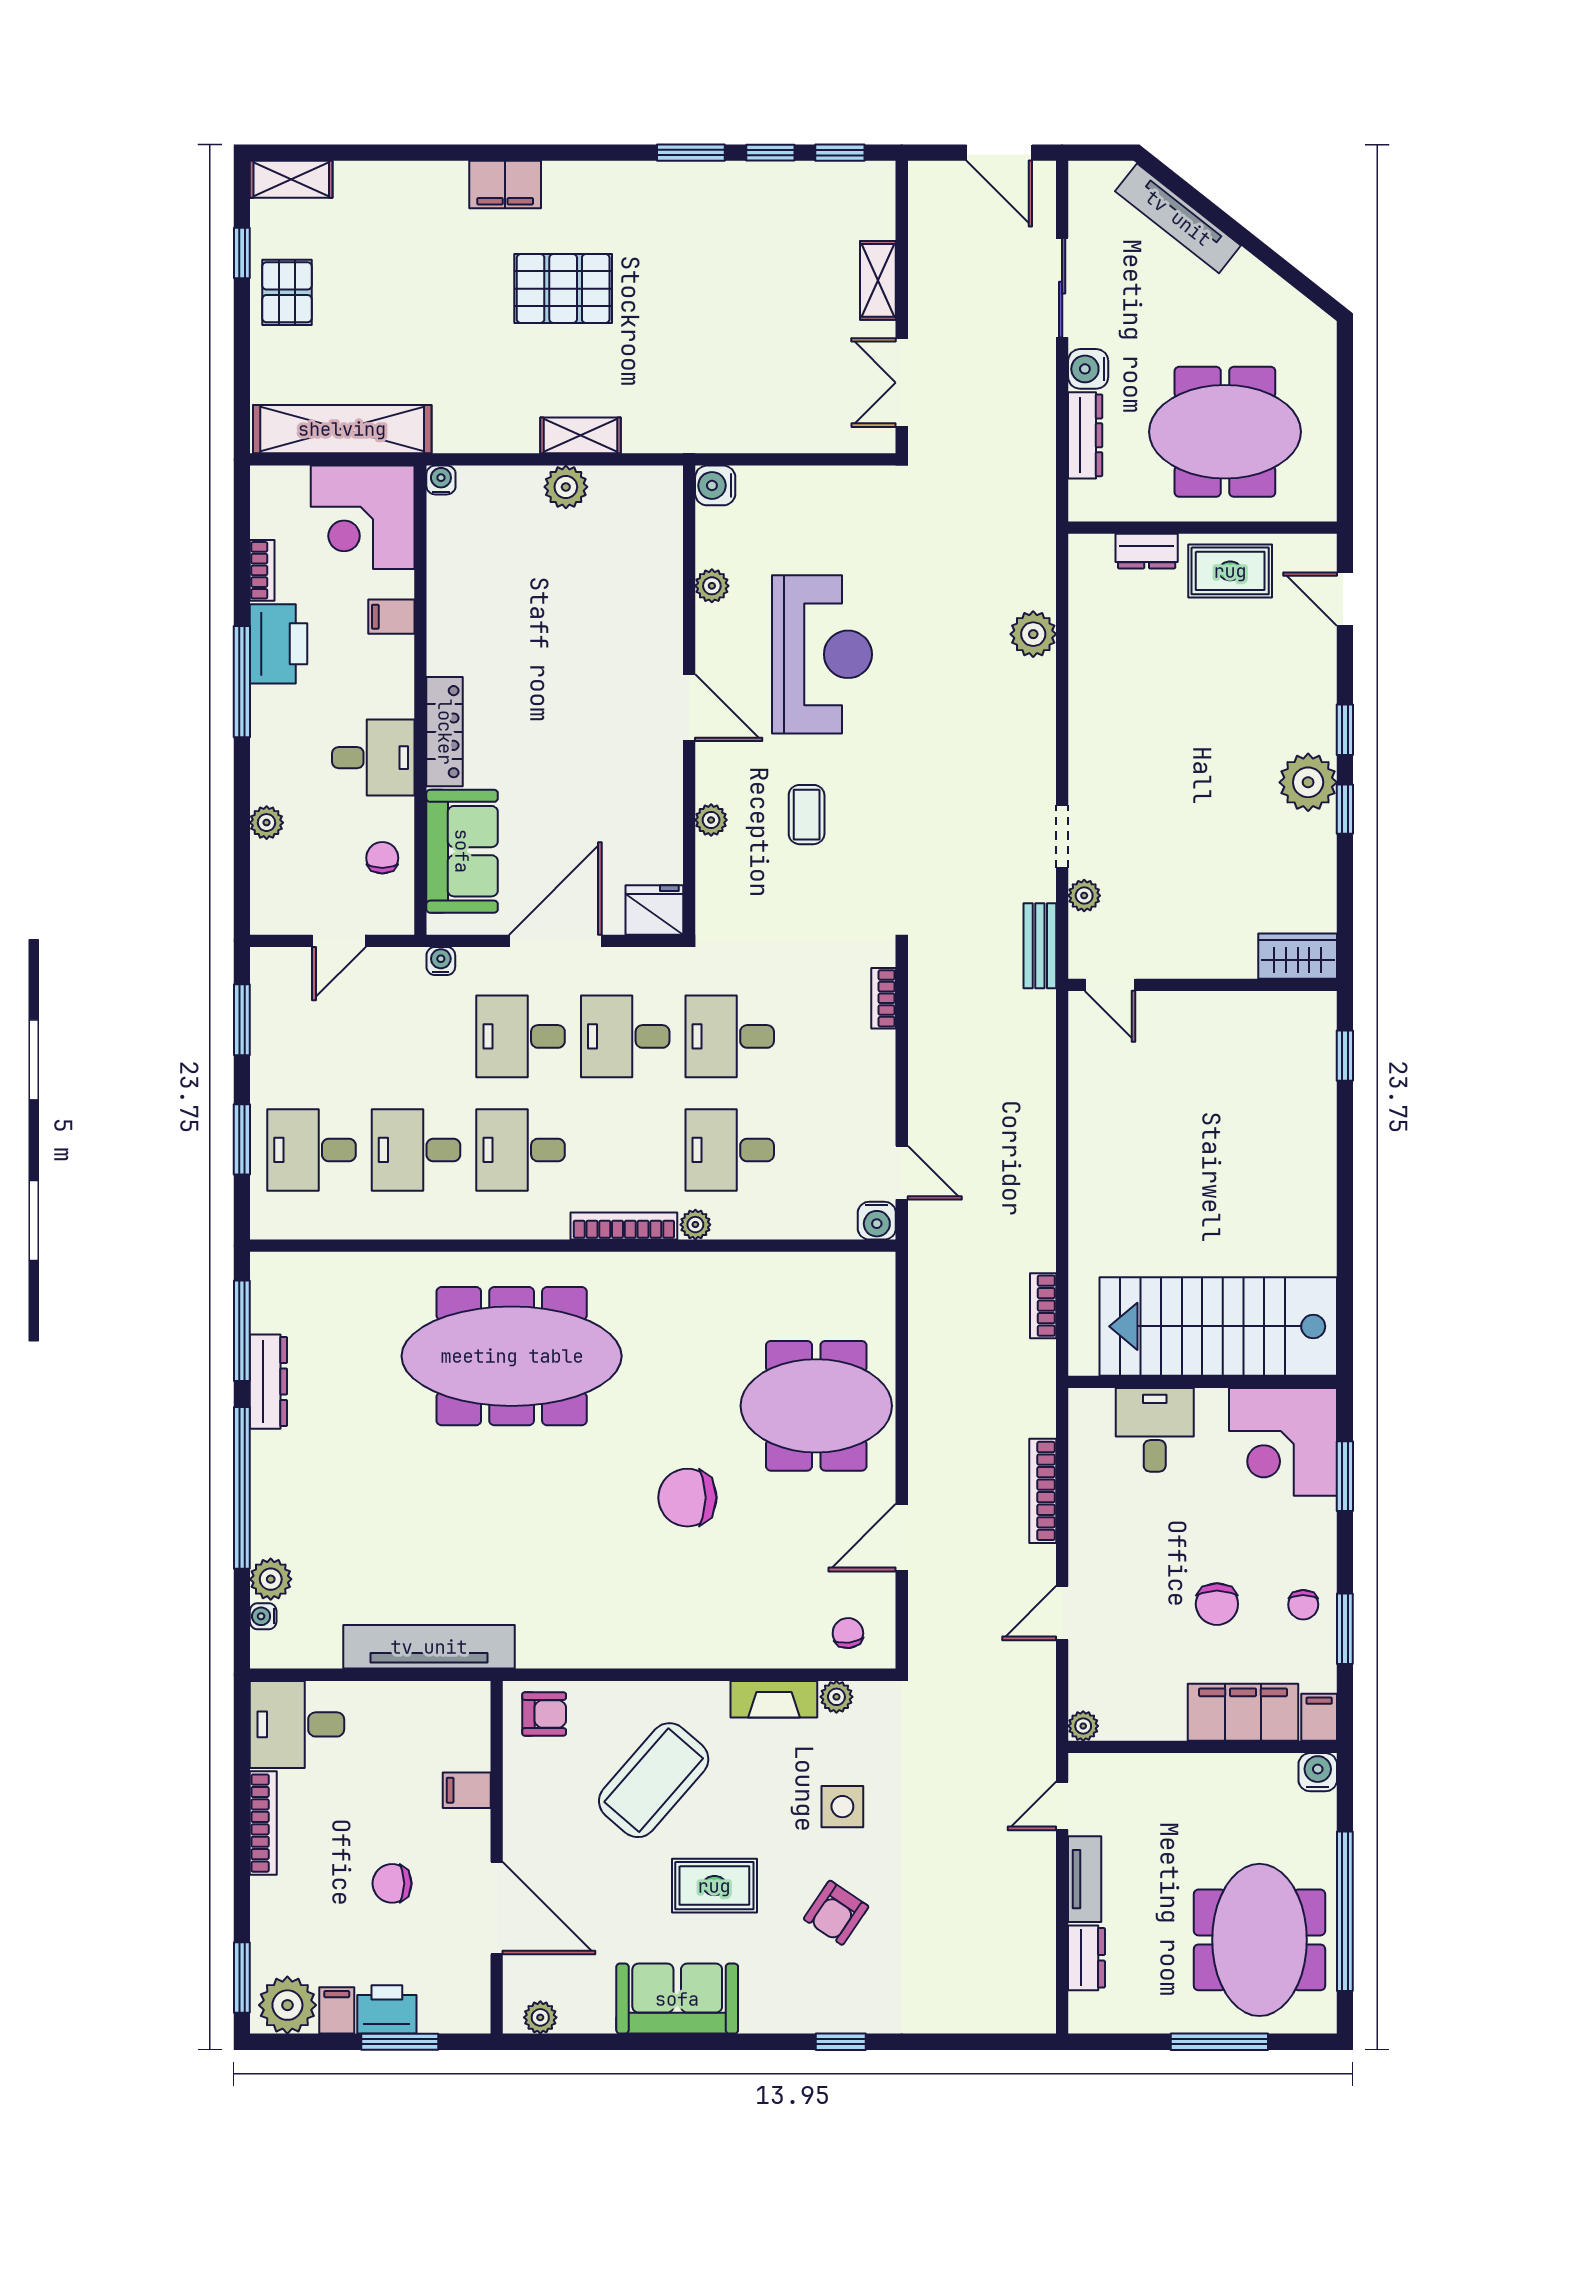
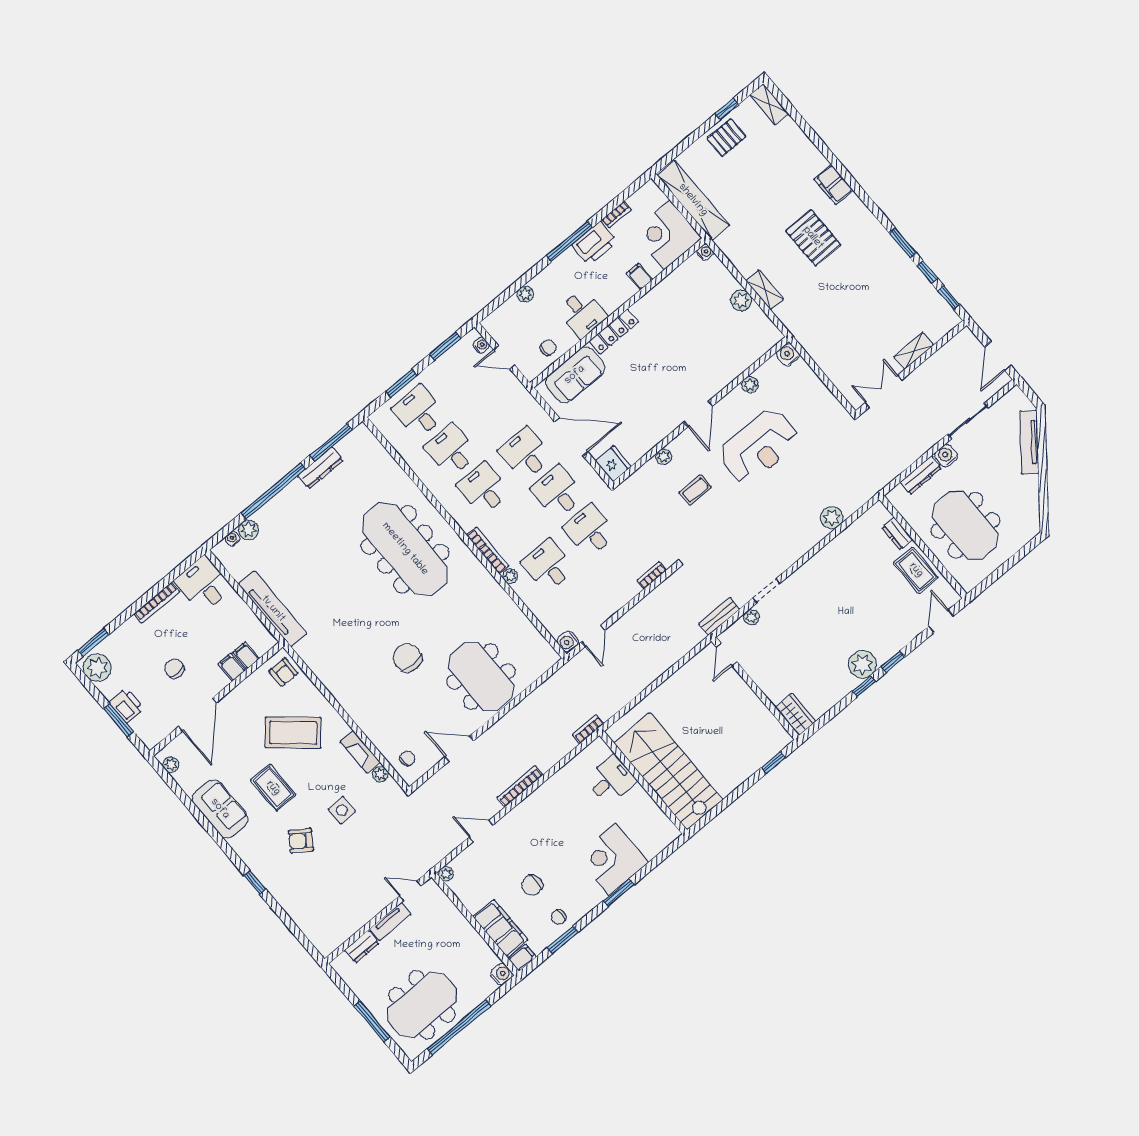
water cooler: (441, 961) -> (481, 345), moved
stairs: (1218, 1326) -> (668, 771), moved
wall: (1203, 1382) -> (643, 783), moved
desk: (1155, 1430) -> (611, 780), moved
filing cabinet: (337, 2010) -> (246, 655), moved, turned -90

